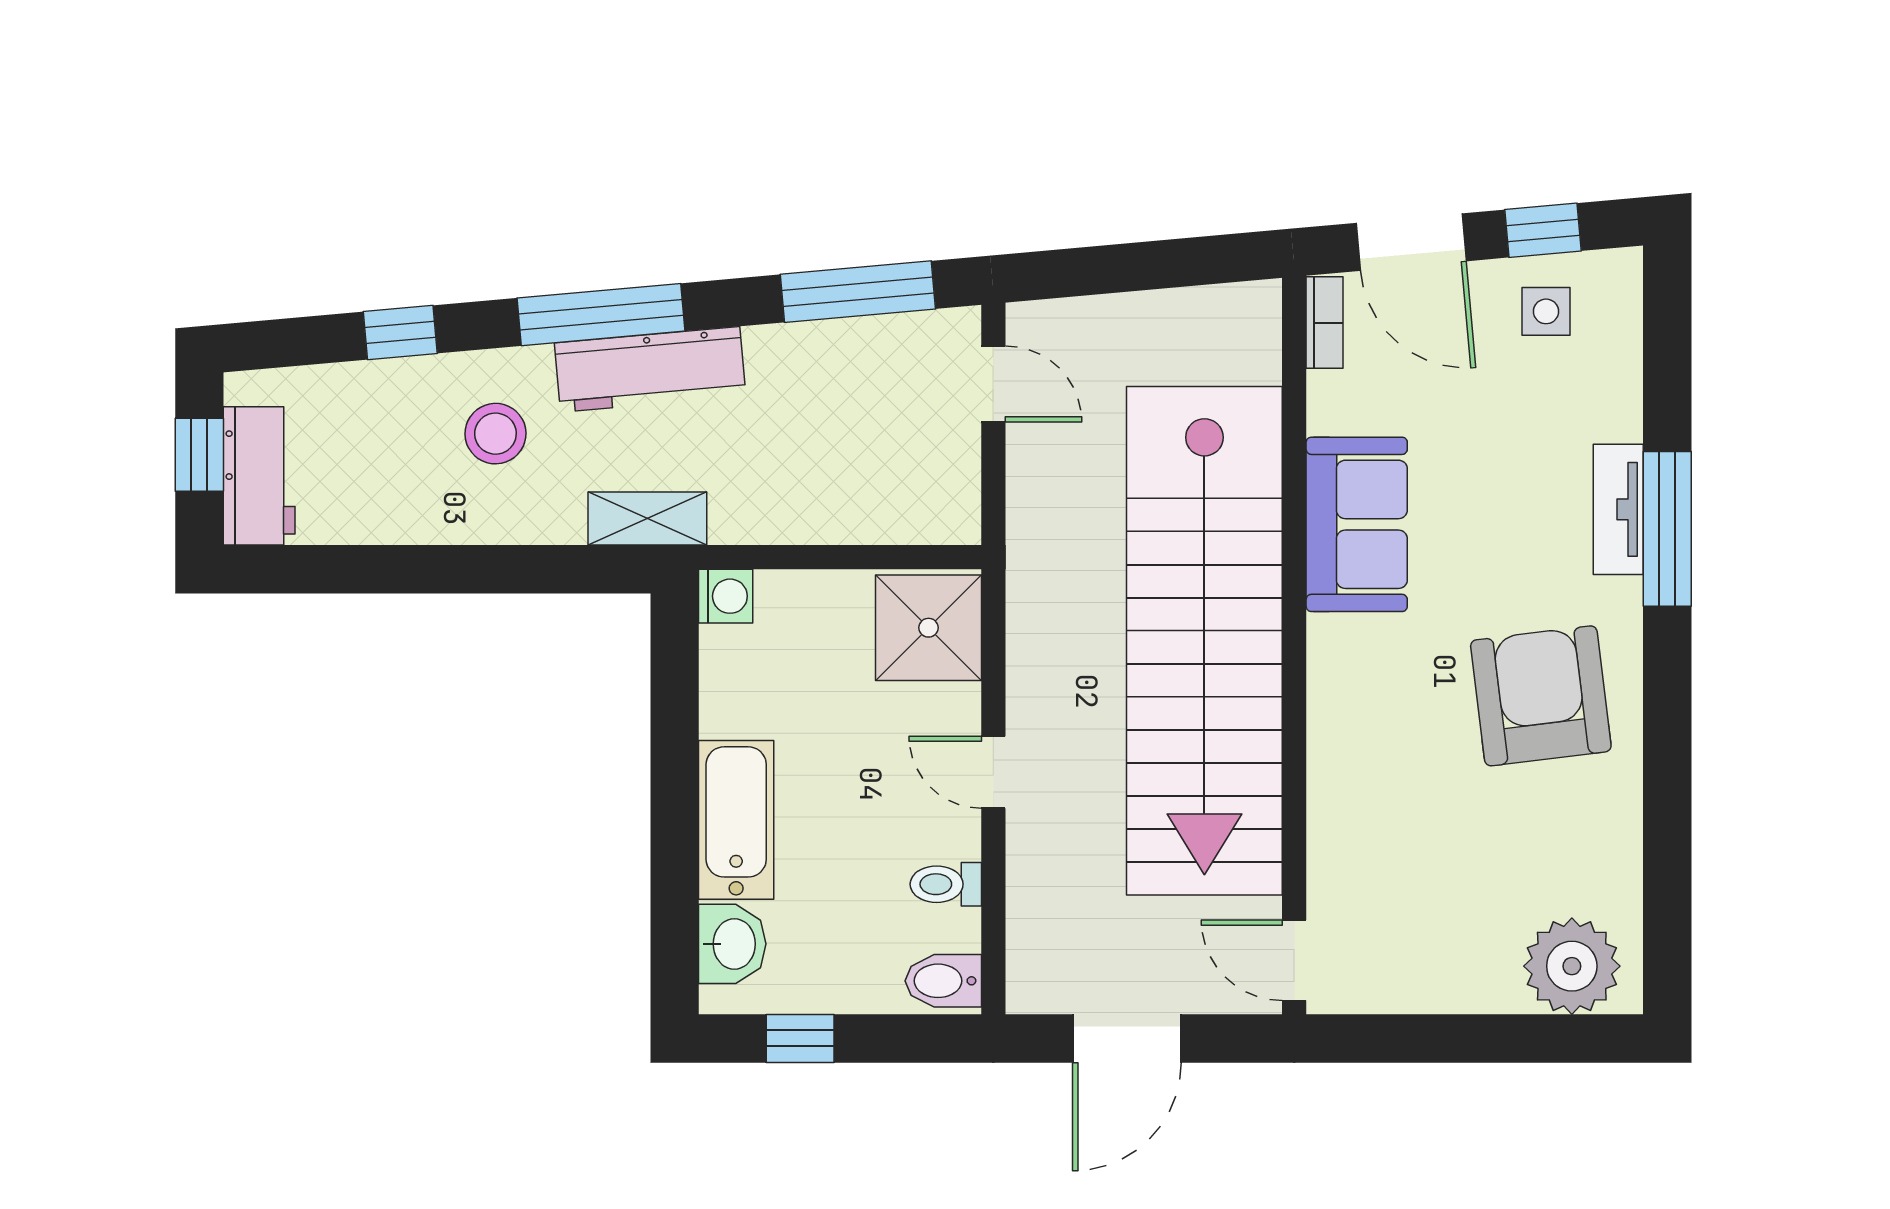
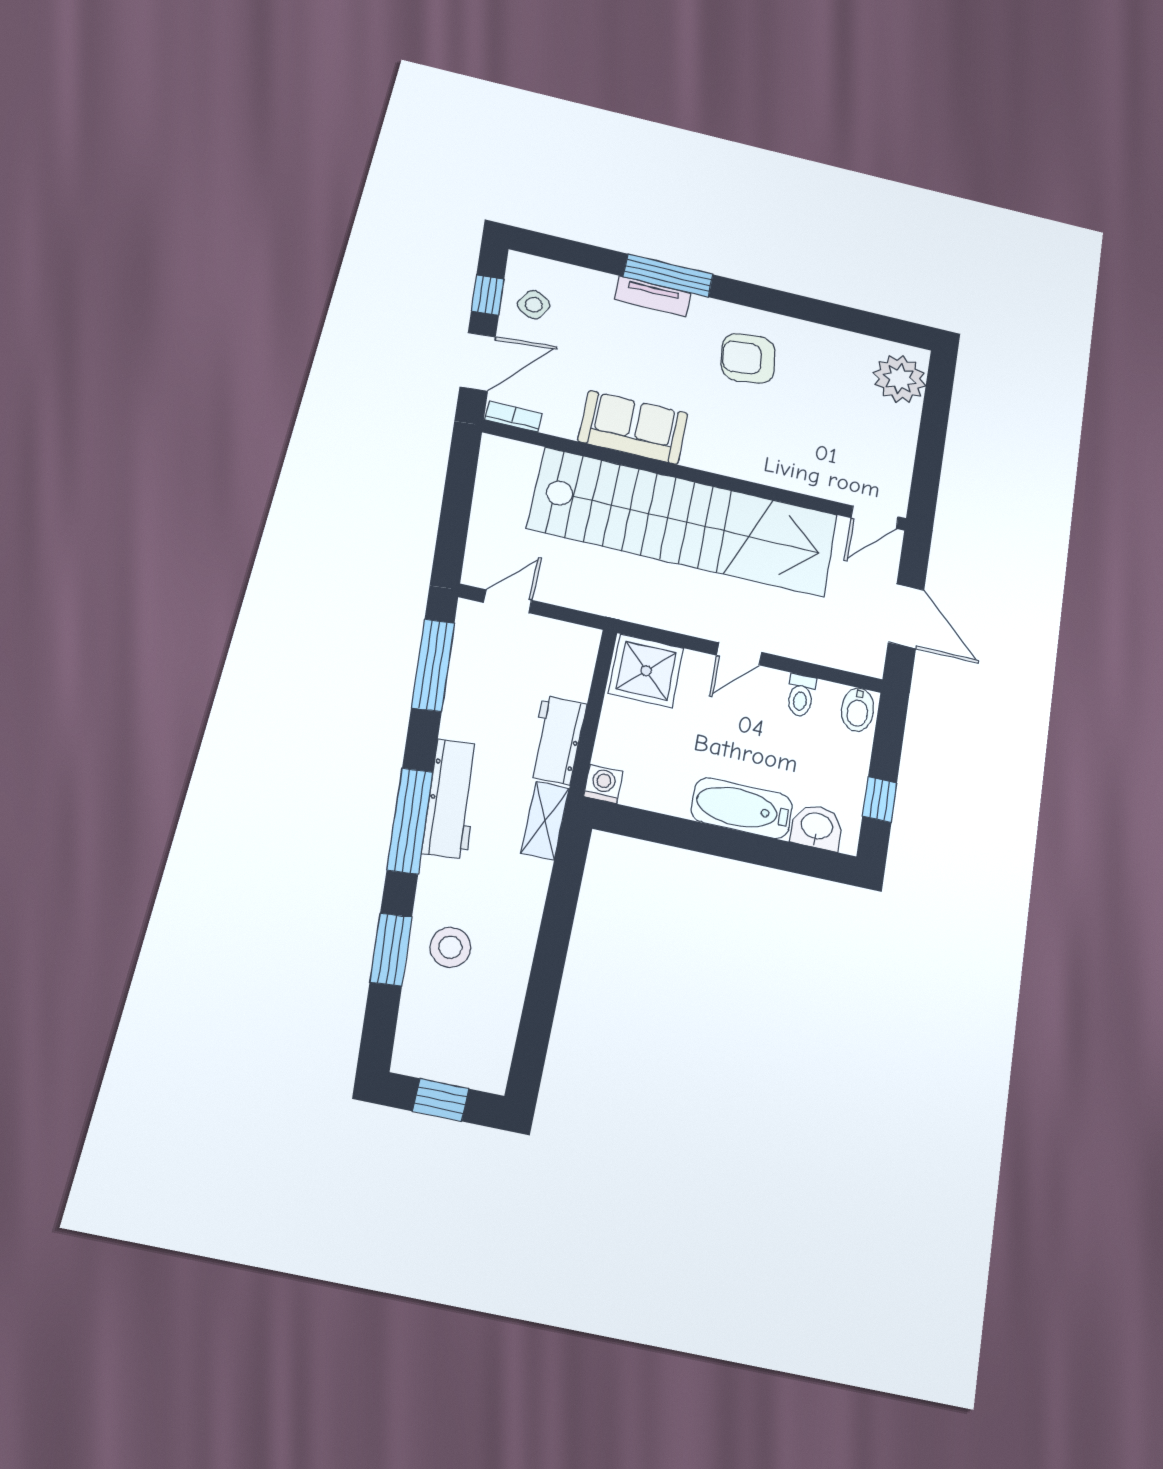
side table: (1546, 311) -> (534, 305), turned 30
window: (400, 333) -> (391, 949), width x1.50
stool: (495, 434) -> (450, 947), moved
workbench: (259, 476) -> (557, 740), moved, turned -90
armchair: (1541, 696) -> (748, 358), width x0.73, depth x0.73

